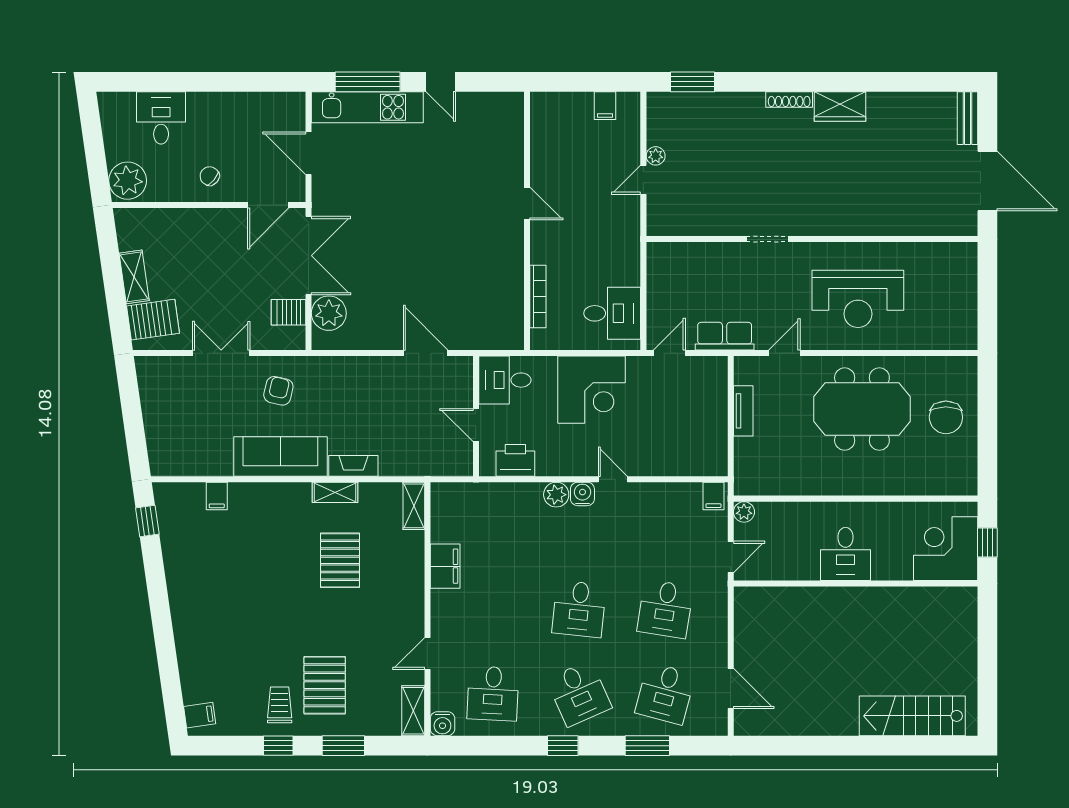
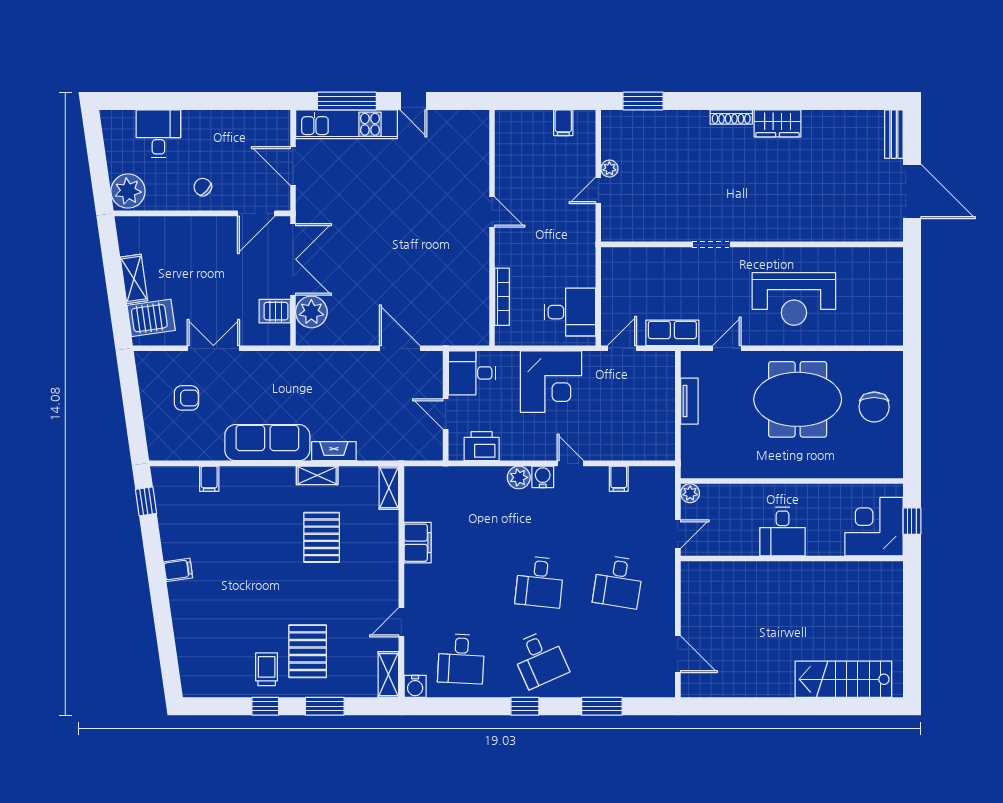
armchair: (278, 391) -> (187, 398), moved, turned 77
filing cabinet: (713, 496) -> (619, 479), moved
desk: (665, 693) -> (618, 659), removed
filing cabinet: (200, 715) -> (178, 570), moved

